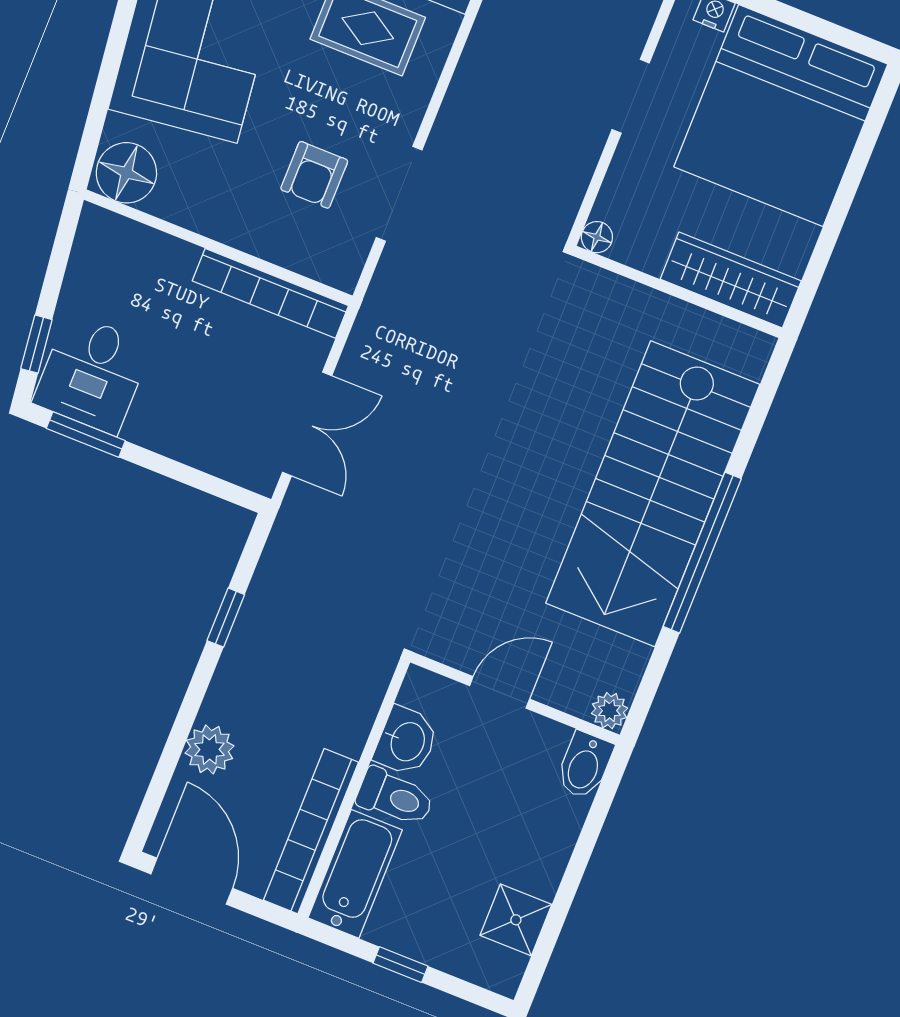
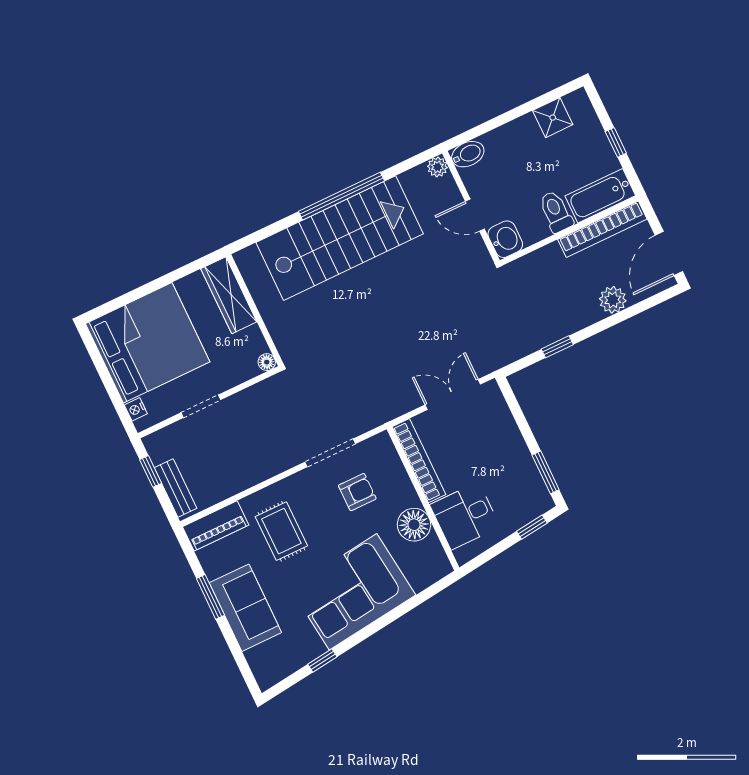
floor lamp: (126, 173) -> (414, 525), moved
desk: (92, 374) -> (465, 516), moved, turned 180
washbasin: (406, 741) -> (505, 239), moved, turned 90

